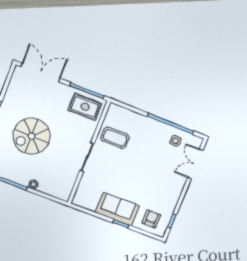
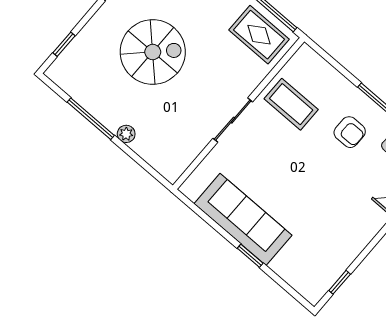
spiral stairs: (32, 136) -> (153, 52), turned 180
sofa: (117, 209) -> (243, 219), width x1.36
armchair: (151, 219) -> (350, 132), moved, turned 90

